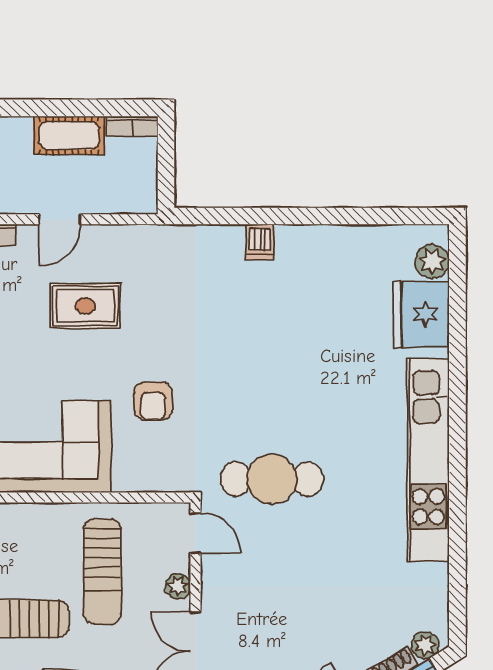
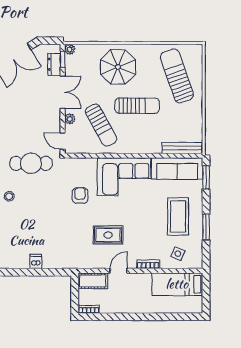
cot: (69, 135) -> (93, 281), moved
stool: (325, 399) -> (9, 196), added
sun lounger: (102, 572) -> (101, 125), turned 151

